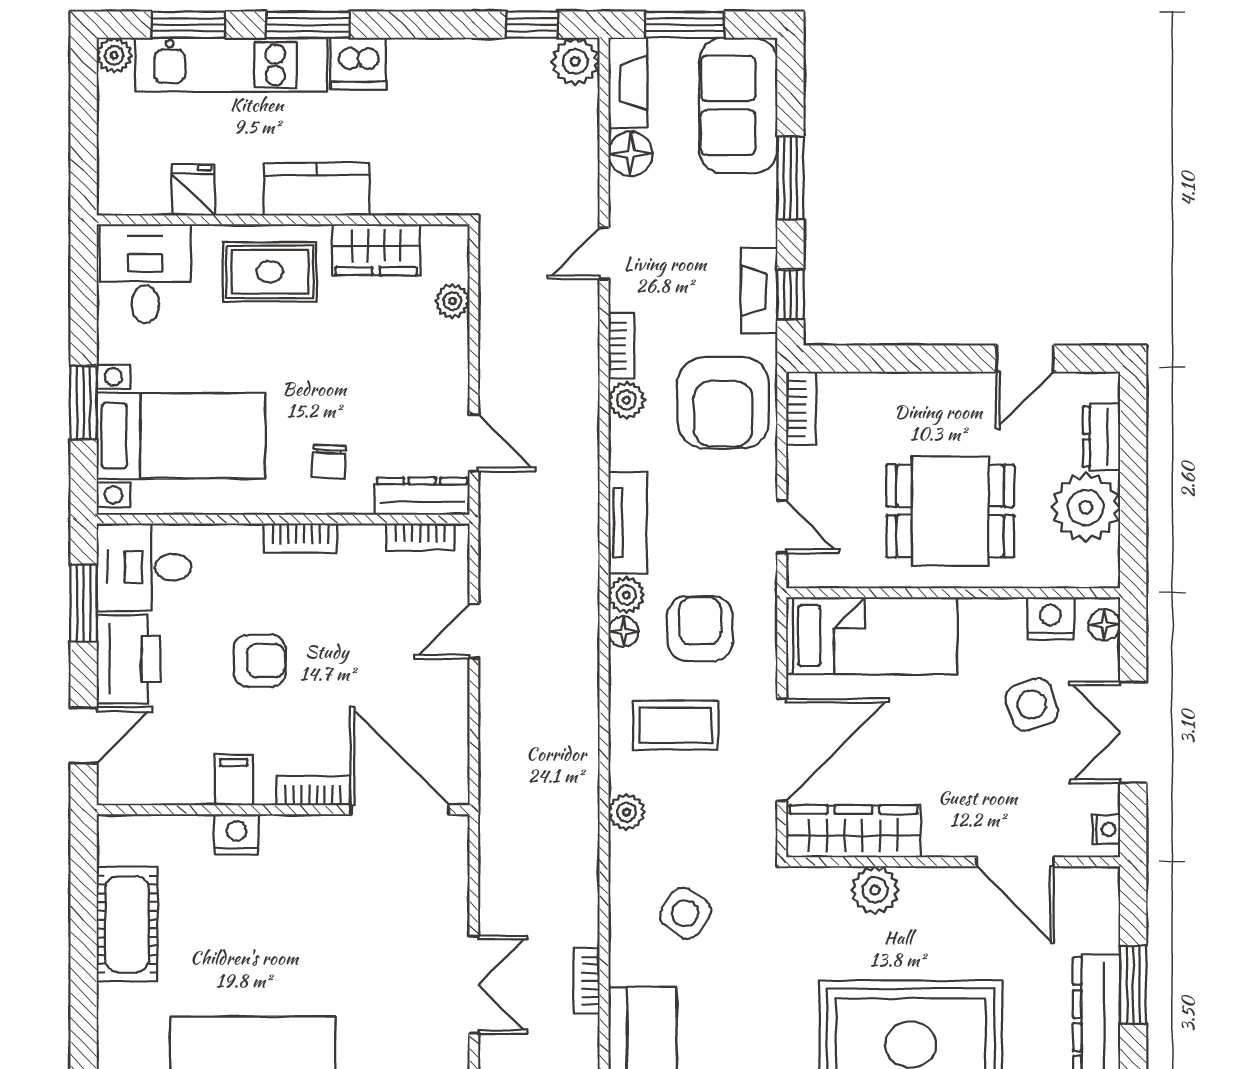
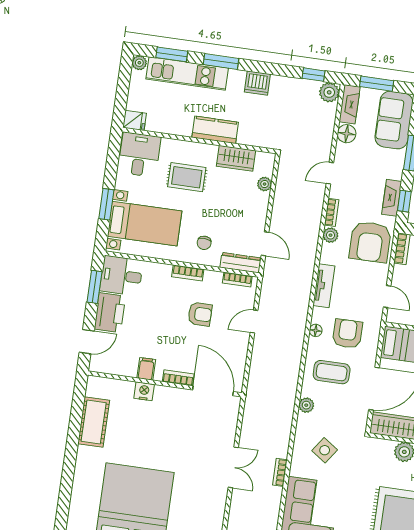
dishwasher: (358, 64) -> (257, 83), moved
fridge: (193, 190) -> (135, 120), moved, turned 90
rug: (270, 272) -> (187, 177), moved
plant: (626, 595) -> (319, 316), removed
armchair: (260, 661) -> (200, 314), moved

